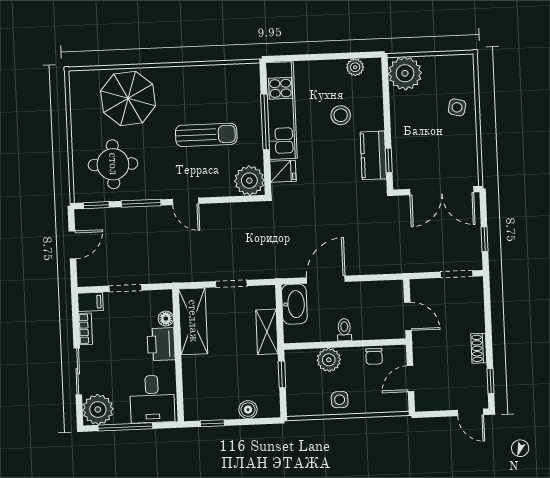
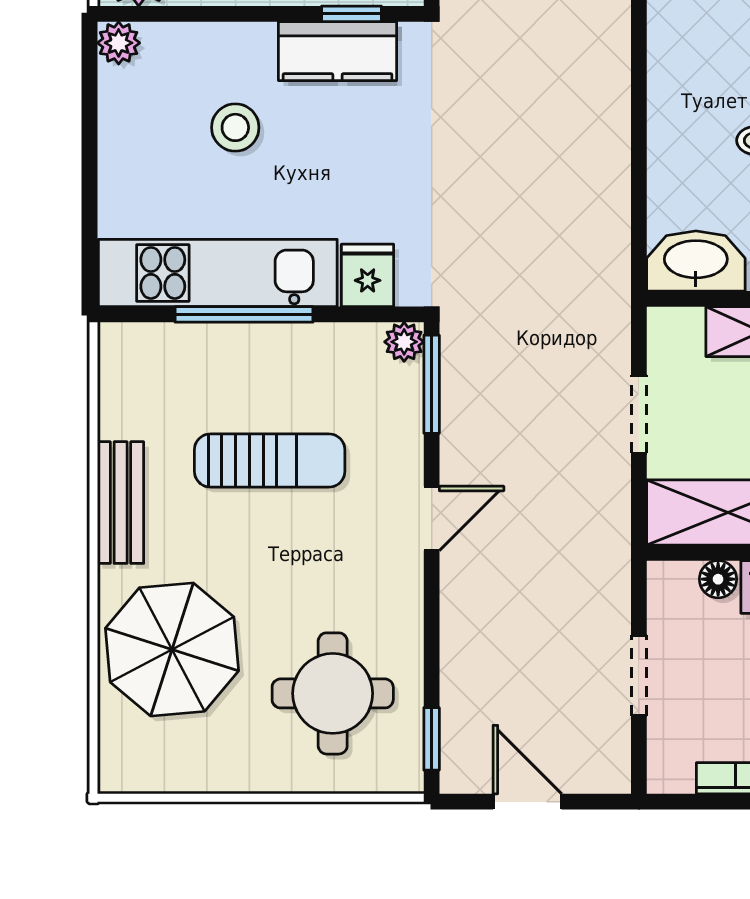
plant: (355, 67) -> (119, 43), moved
bench: (187, 75) -> (121, 503), added
sun lounger: (206, 135) -> (270, 461), turned 90
plant: (249, 181) -> (404, 342), width x0.53, depth x0.53
window: (141, 203) -> (432, 384), moved
door: (326, 280) -> (639, 181), removed
filing cabinet: (90, 302) -> (669, 763), removed

